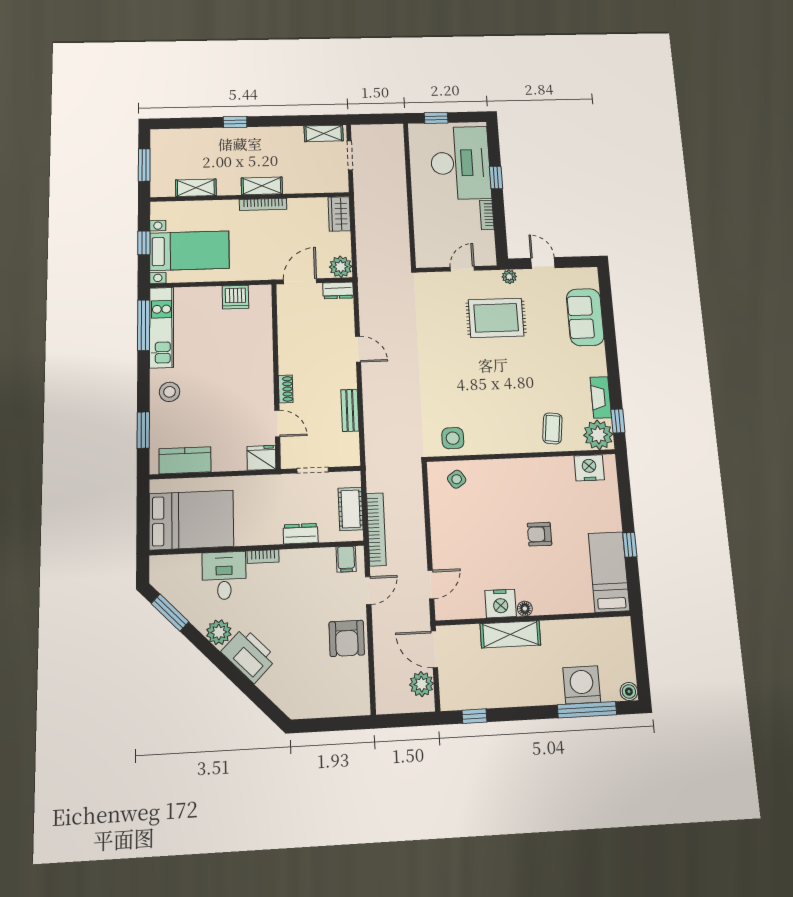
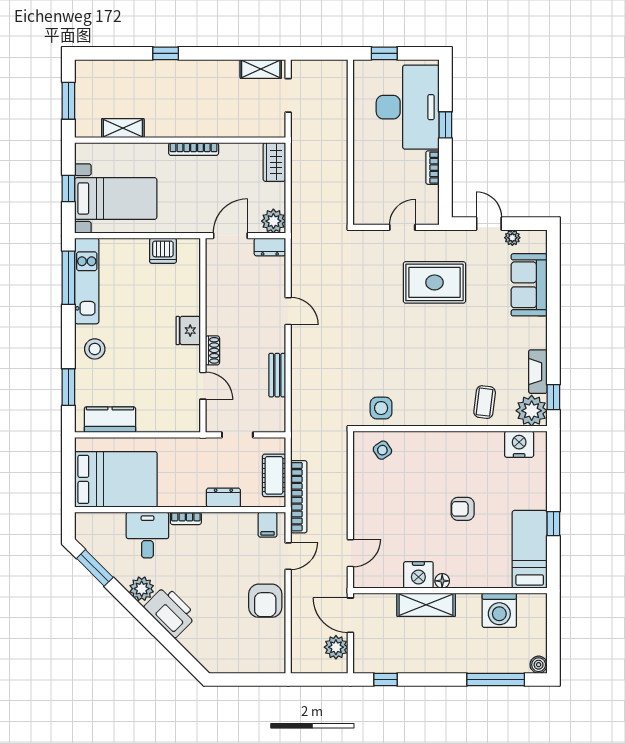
shelving: (262, 186) -> (193, 128), removed
plant: (509, 277) -> (512, 238), moved
fridge: (261, 458) -> (188, 331), moved, turned -90
washing machine: (582, 685) -> (499, 610), moved, turned 180

